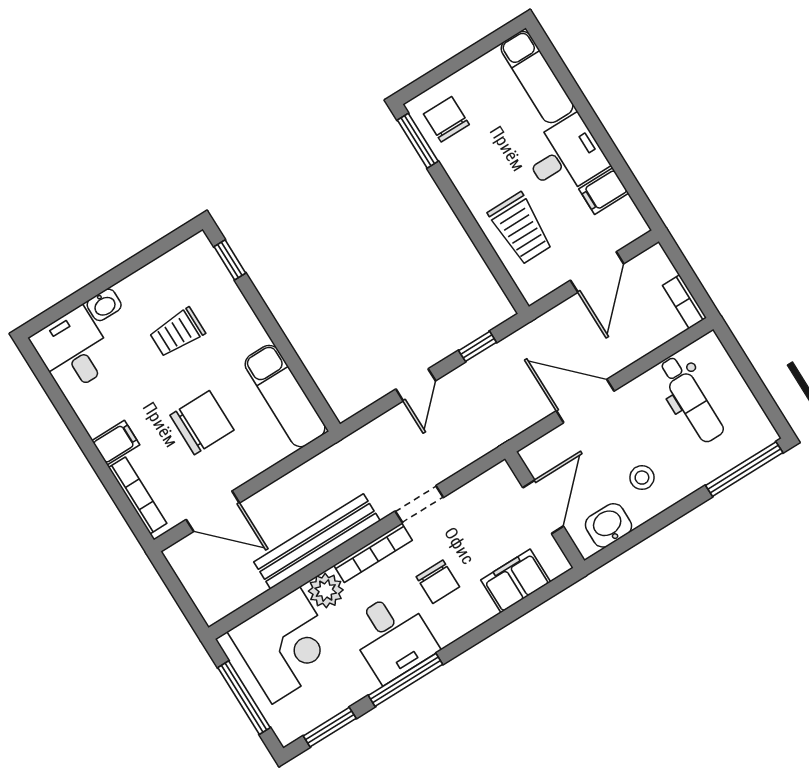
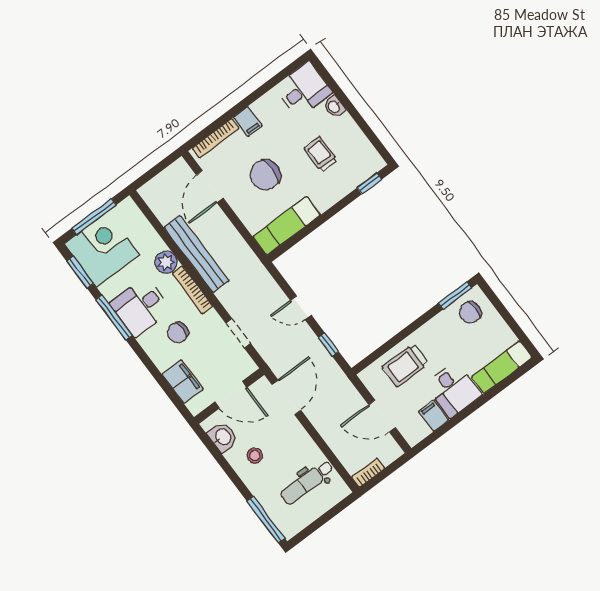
chair: (446, 119) -> (470, 312), turned 180
door: (585, 401) -> (286, 397), moved
chair: (202, 423) -> (265, 175), turned 90
doorway: (419, 504) -> (238, 333), moved
corner desk: (286, 645) -> (102, 250), moved, turned 180

